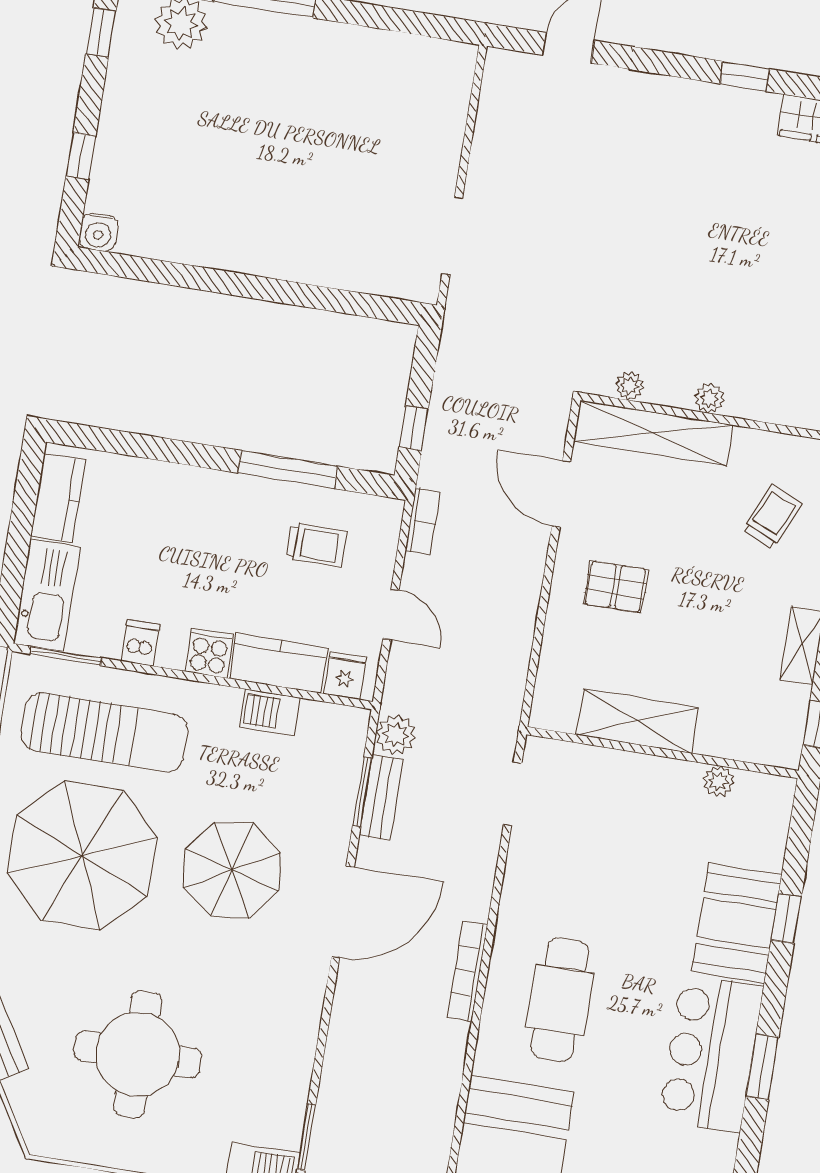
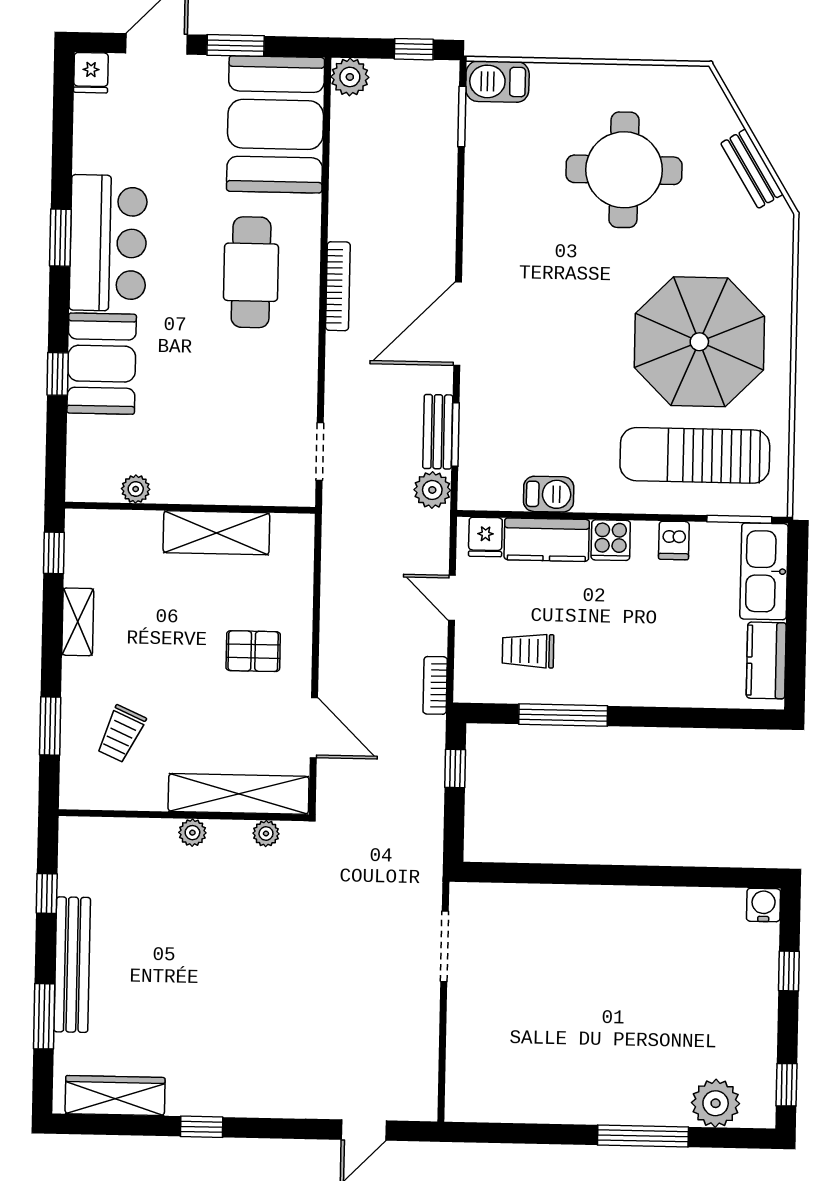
parasol: (232, 870) -> (563, 348), removed

